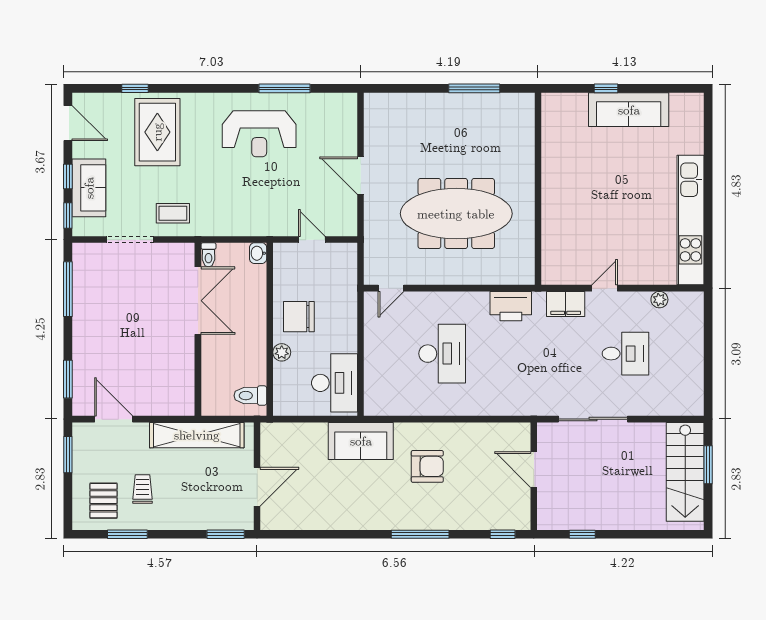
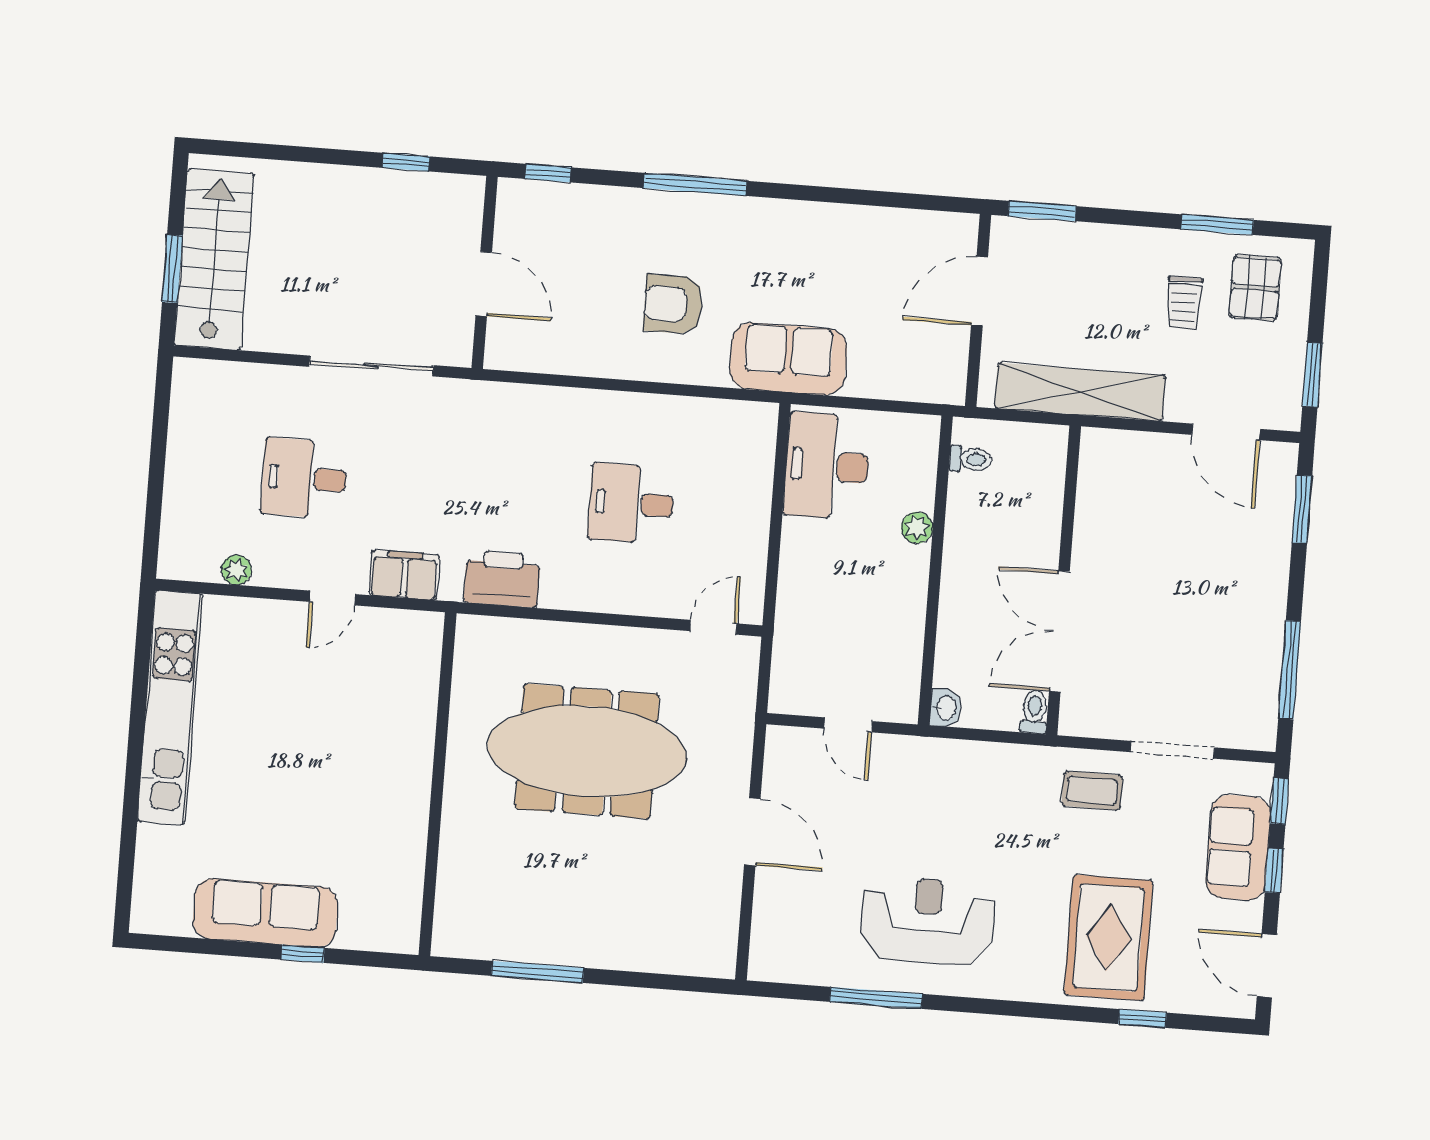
chair: (299, 317) -> (882, 589), removed
desk: (442, 354) -> (631, 503), width x0.73
toilet: (250, 396) -> (971, 459), width x0.73, depth x0.72

